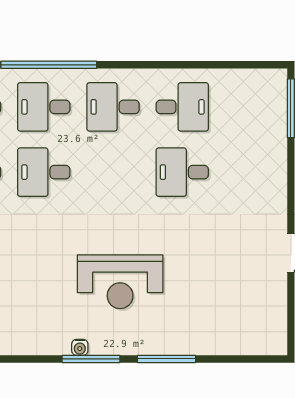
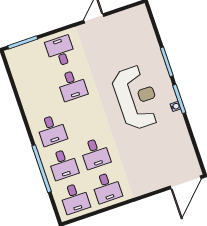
desk: (182, 107) -> (61, 51), moved
reception desk: (120, 282) -> (136, 98), width x1.36, depth x1.30

